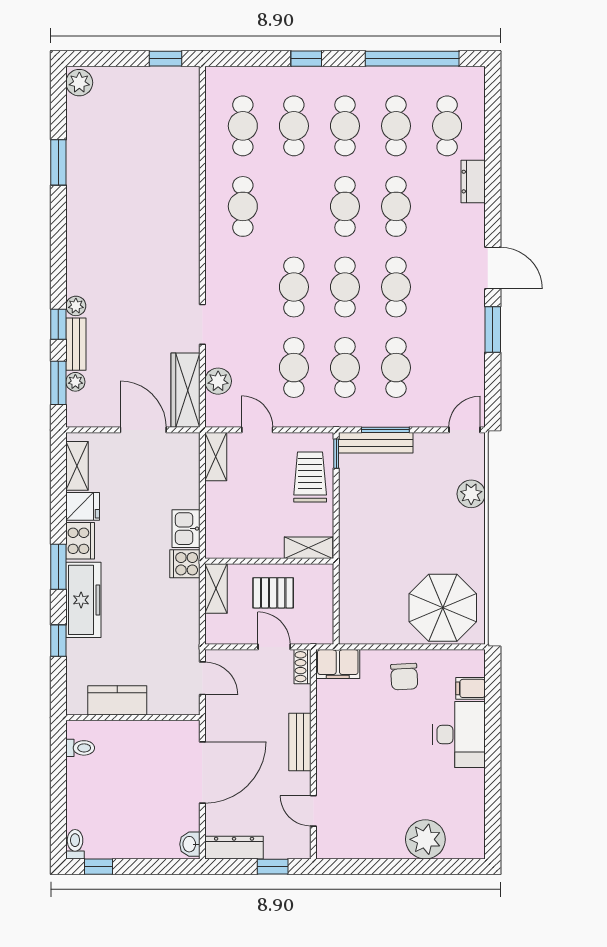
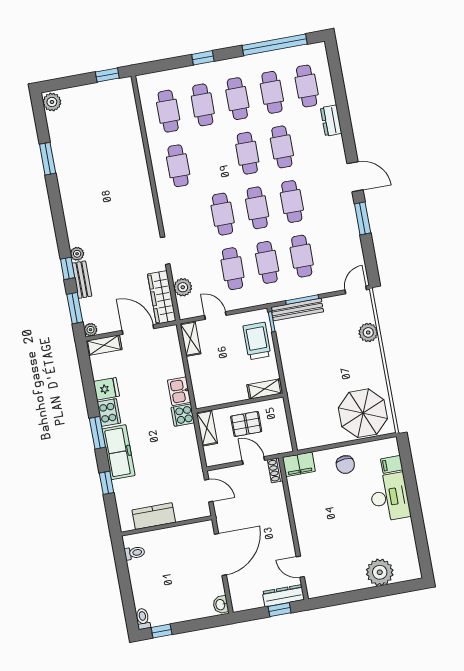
plant: (75, 382) -> (91, 330), moved
shelving: (77, 466) -> (104, 345), moved, turned 90
bench: (300, 742) -> (283, 522), removed
dresser: (234, 848) -> (283, 596), moved

